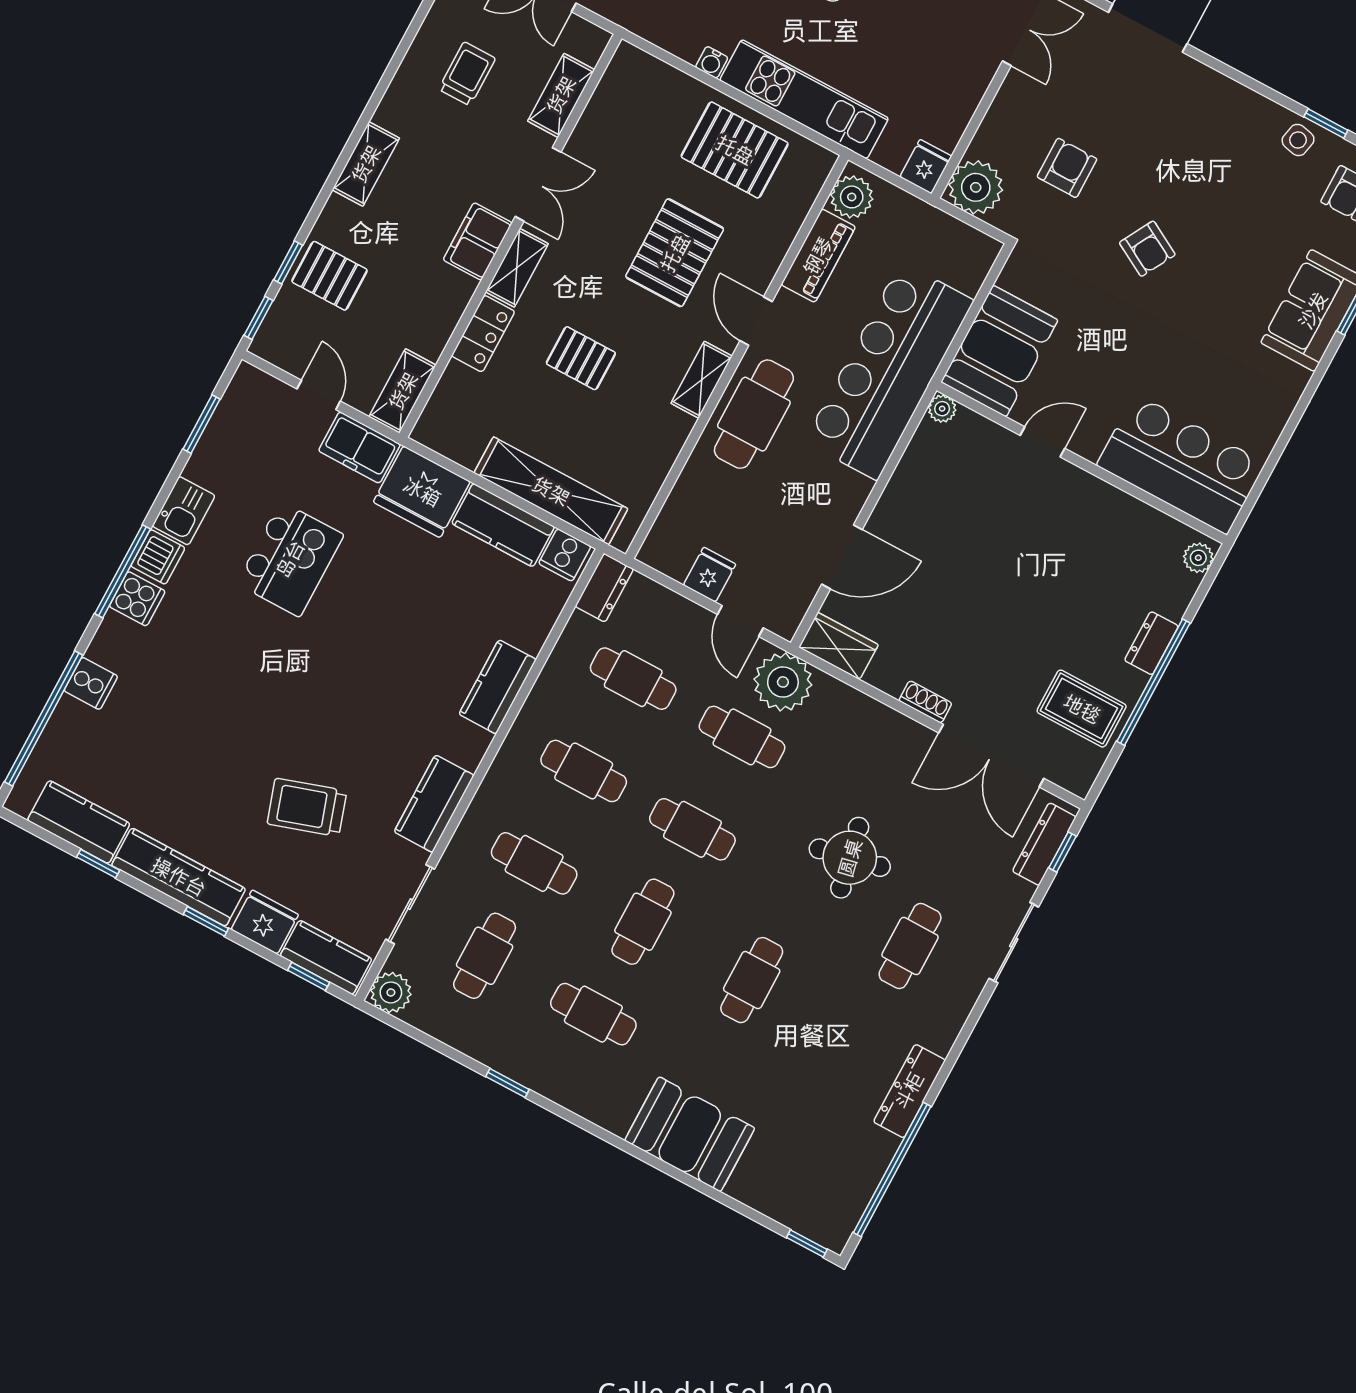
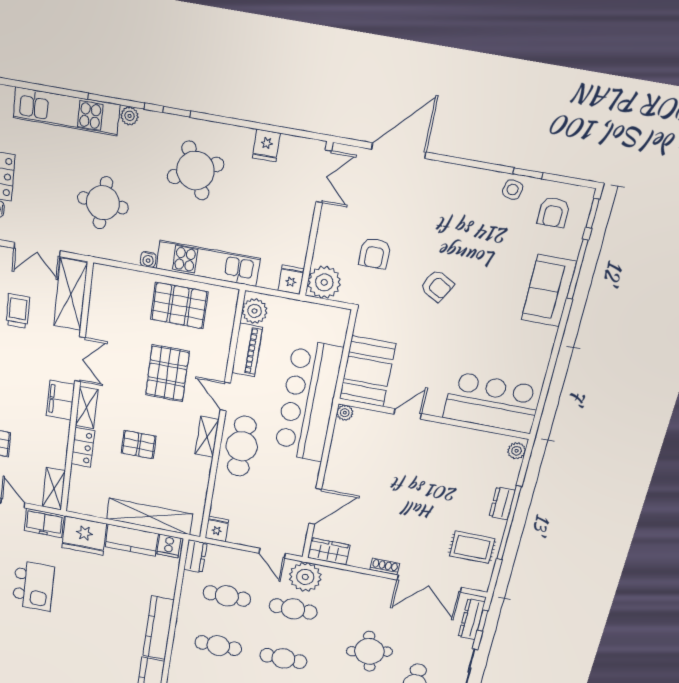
shelving: (561, 95) -> (71, 294), width x1.50, depth x1.33
armchair: (1067, 168) -> (375, 253), turned 180
fridge: (710, 575) -> (217, 529), moved
kitchen counter: (498, 687) -> (158, 628), width x1.50

